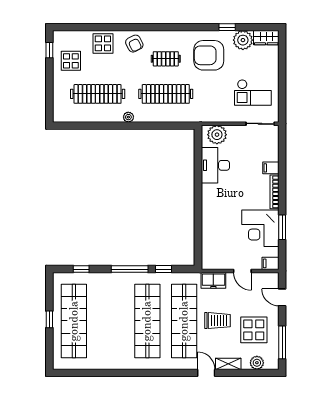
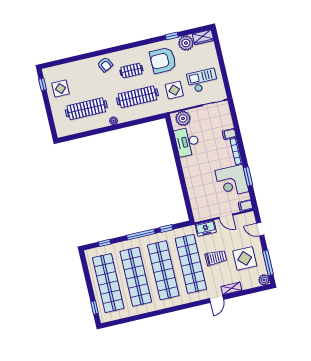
display table: (103, 43) -> (174, 90), moved
checkout: (253, 92) -> (202, 81), turned 180
window: (49, 319) -> (94, 307), moved
shop shelf: (111, 321) -> (136, 277), added
plant: (257, 363) -> (264, 280), moved
door: (206, 373) -> (216, 299), swing flipped

